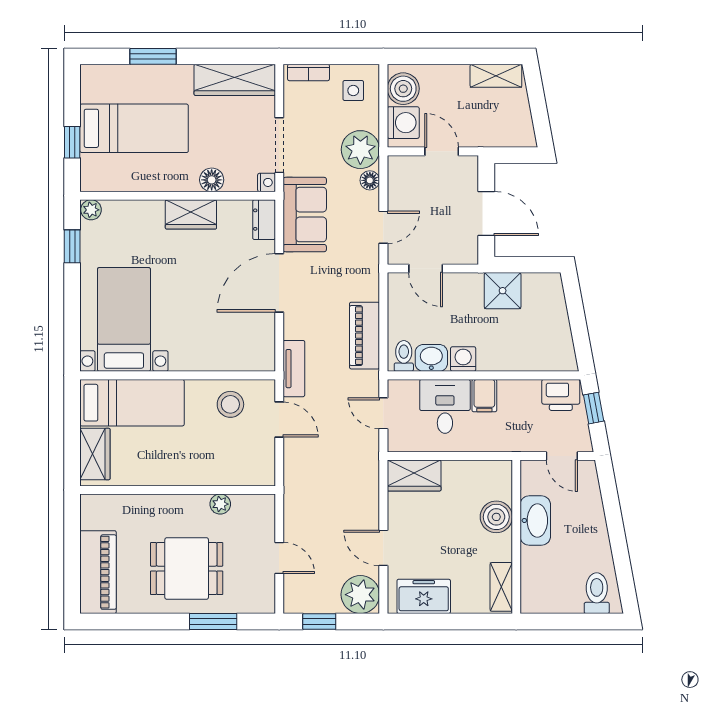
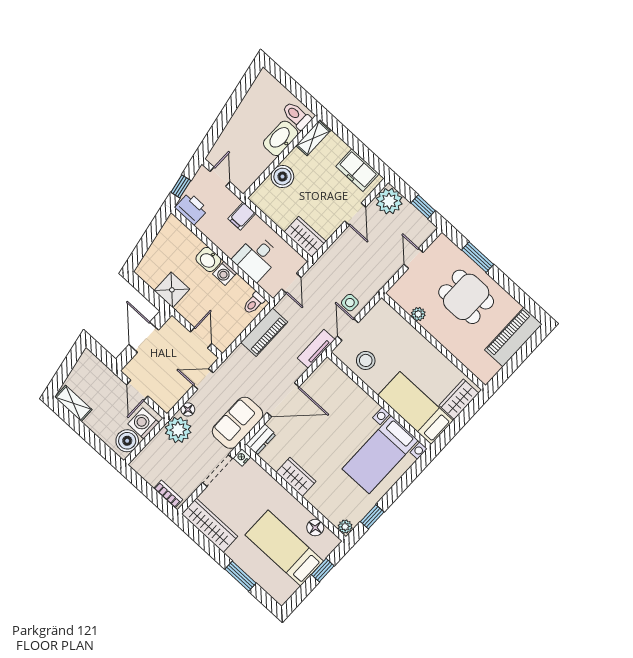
side table: (353, 91) -> (350, 303), moved
floor lamp: (212, 180) -> (315, 528), moved
washbasin: (431, 358) -> (208, 259), moved
filing cabinet: (484, 396) -> (242, 216), moved, turned 180
washbasin: (535, 520) -> (281, 138), moved
toilet: (597, 593) -> (297, 116), moved, turned 90

